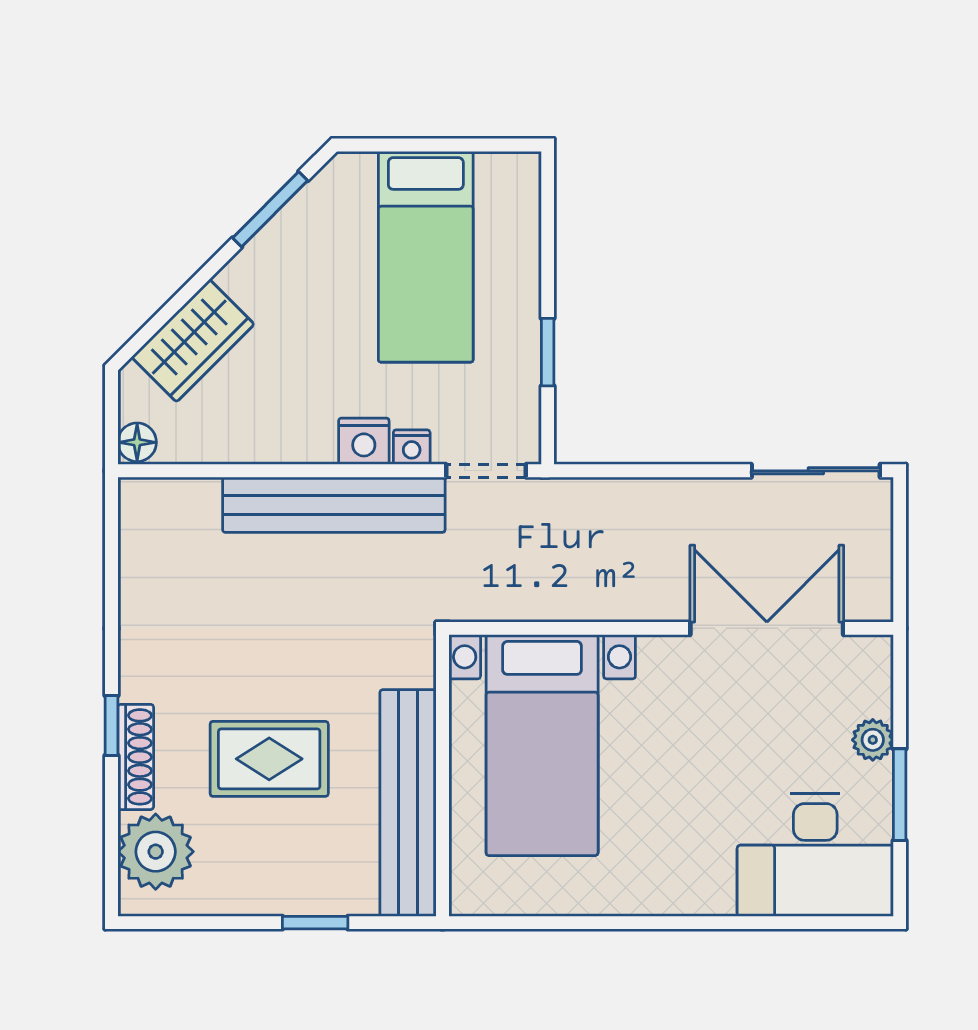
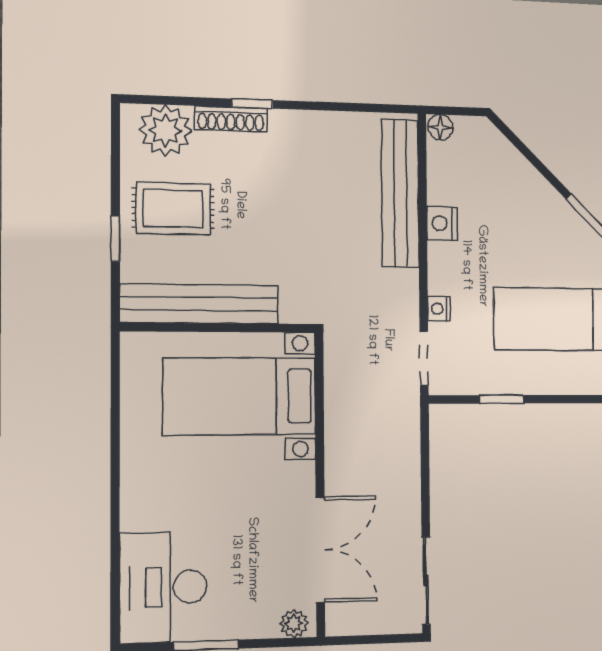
wardrobe: (193, 341) -> (506, 166), removed
nightstand: (364, 441) -> (442, 223), moved
bench: (334, 505) -> (400, 193), moved
plant: (873, 740) -> (294, 624), moved
rug: (269, 759) -> (173, 208), moved, turned 90

